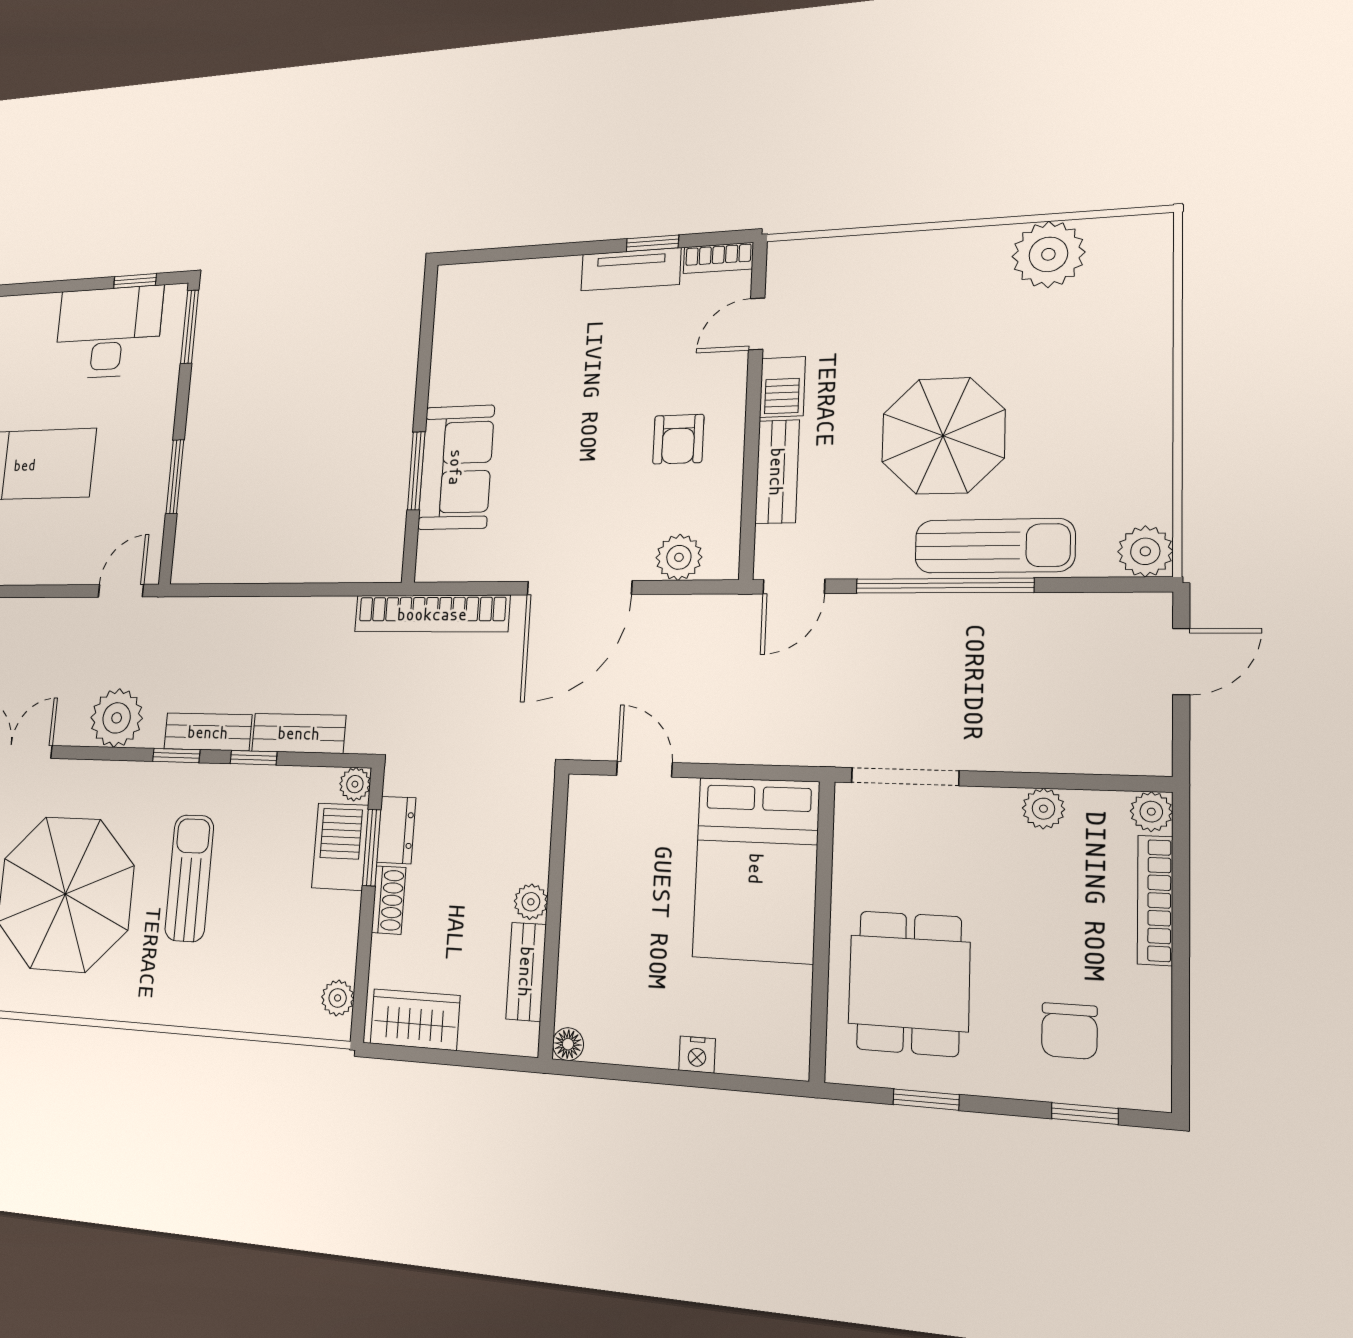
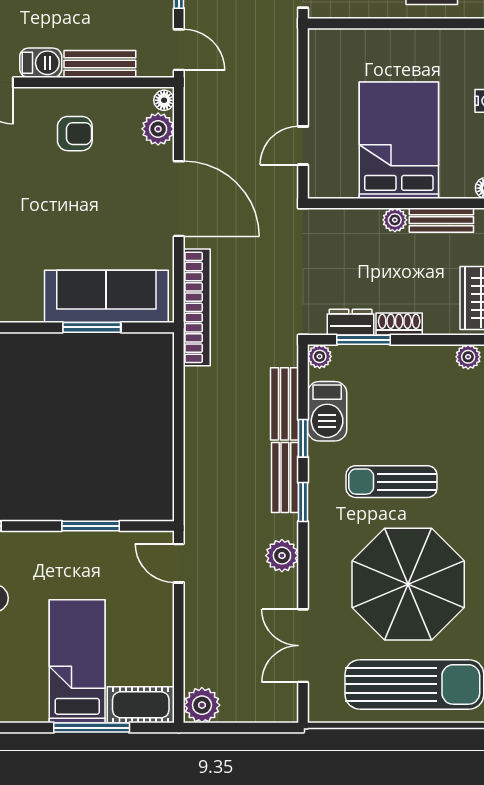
sofa: (456, 467) -> (106, 296), width x1.36
floor lamp: (720, 565) -> (164, 100), added
plant: (117, 718) -> (282, 556), width x0.73, depth x0.73
barbecue: (340, 847) -> (327, 411), moved, turned -90
bed: (756, 869) -> (399, 140), moved, turned -90

